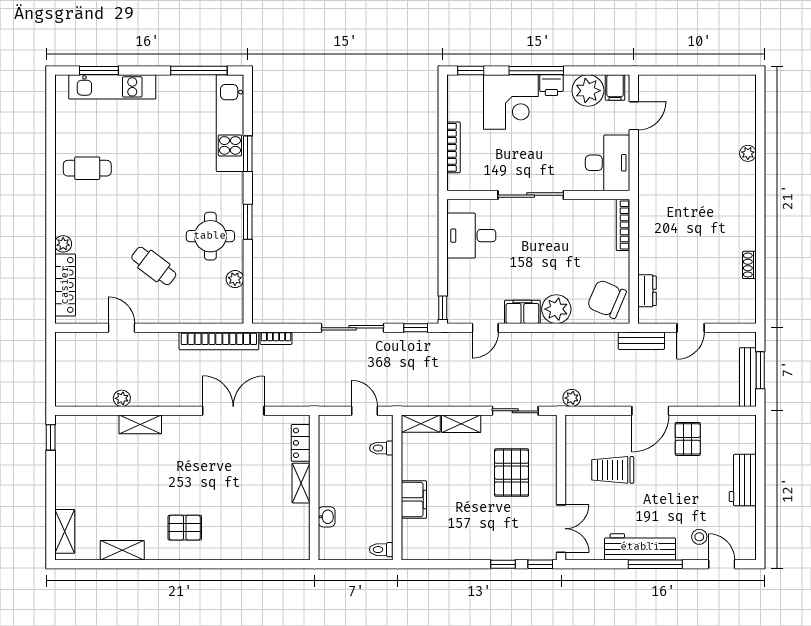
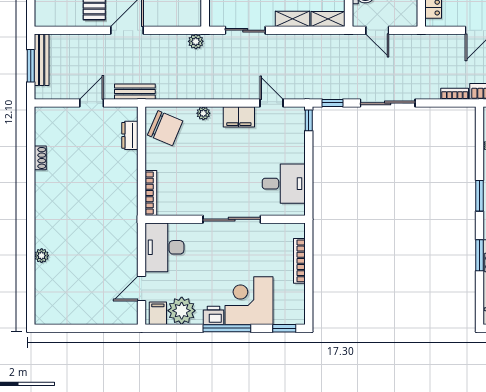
plant: (556, 309) -> (203, 113), width x0.53, depth x0.53
door: (485, 328) -> (271, 103), hinge flipped

